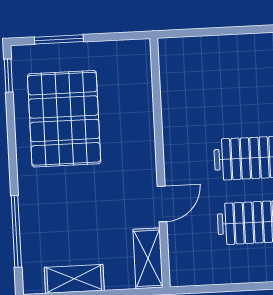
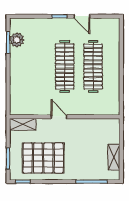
door: (162, 204) -> (59, 117), moved
shelving: (148, 258) -> (23, 124), moved

